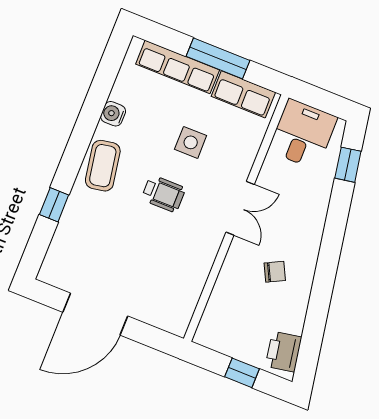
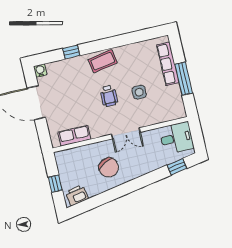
row of seats: (243, 94) -> (74, 136), moved, turned 90
water cooler: (113, 114) -> (40, 70), moved
chair: (275, 272) -> (109, 167), width x1.87, depth x1.87

